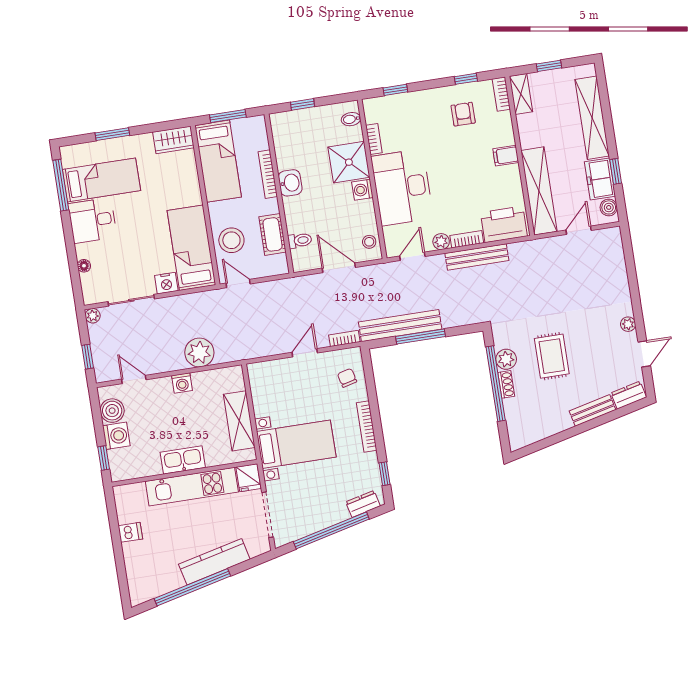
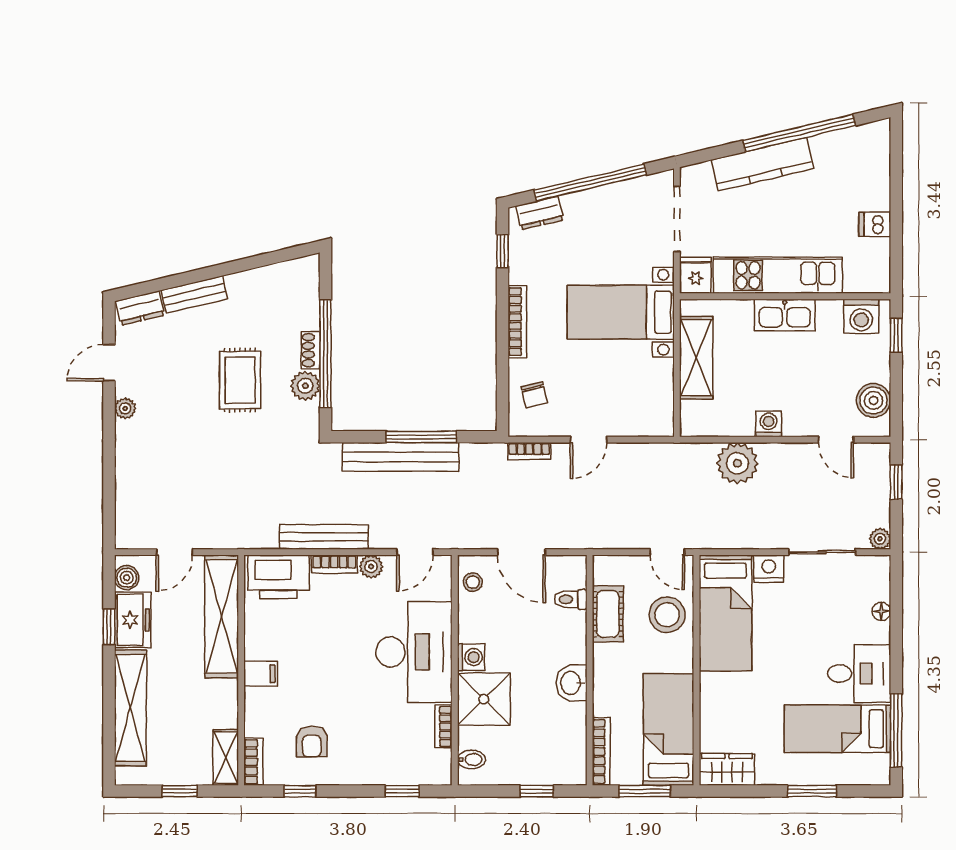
bookcase: (268, 174) -> (601, 751), moved
bench: (400, 326) -> (401, 457), moved
washing machine: (116, 436) -> (861, 316), moved, turned -90

